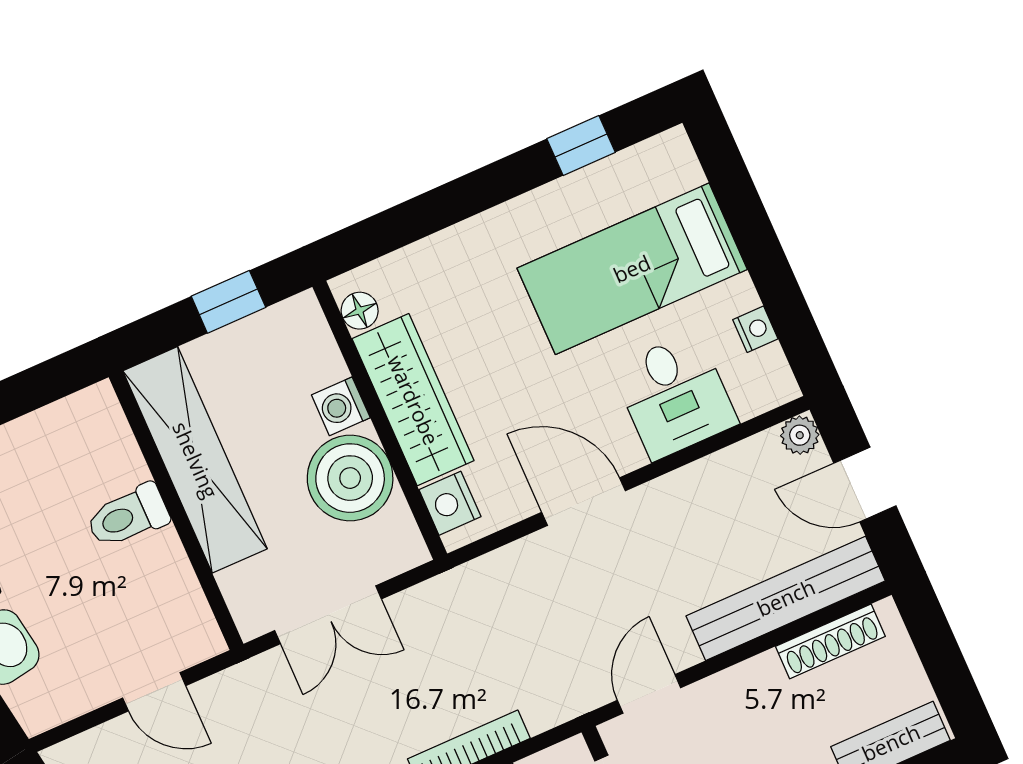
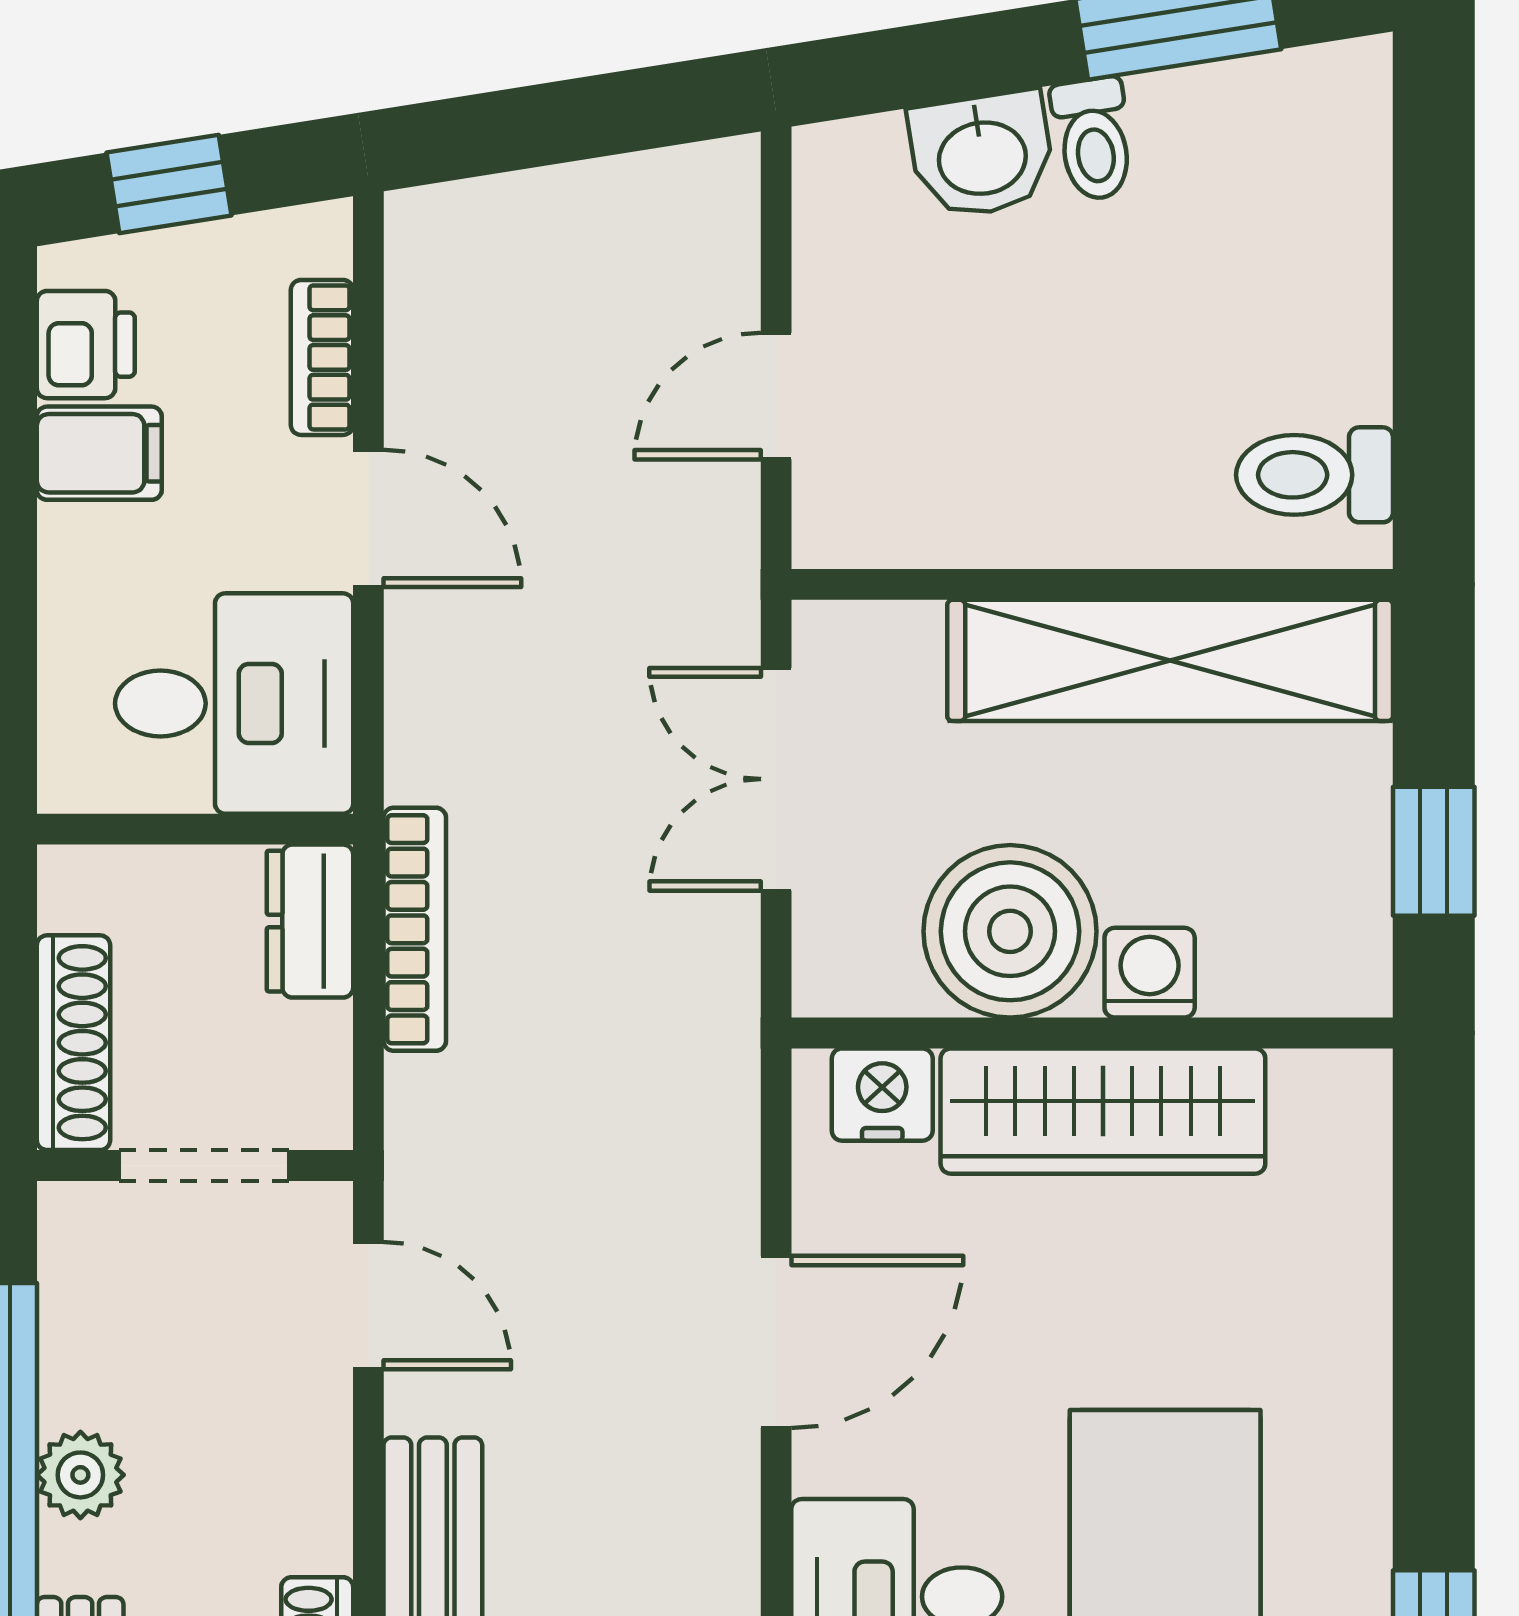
floor lamp: (360, 311) -> (1311, 1085), removed
toilet: (128, 516) -> (1315, 475), moved, turned -90

